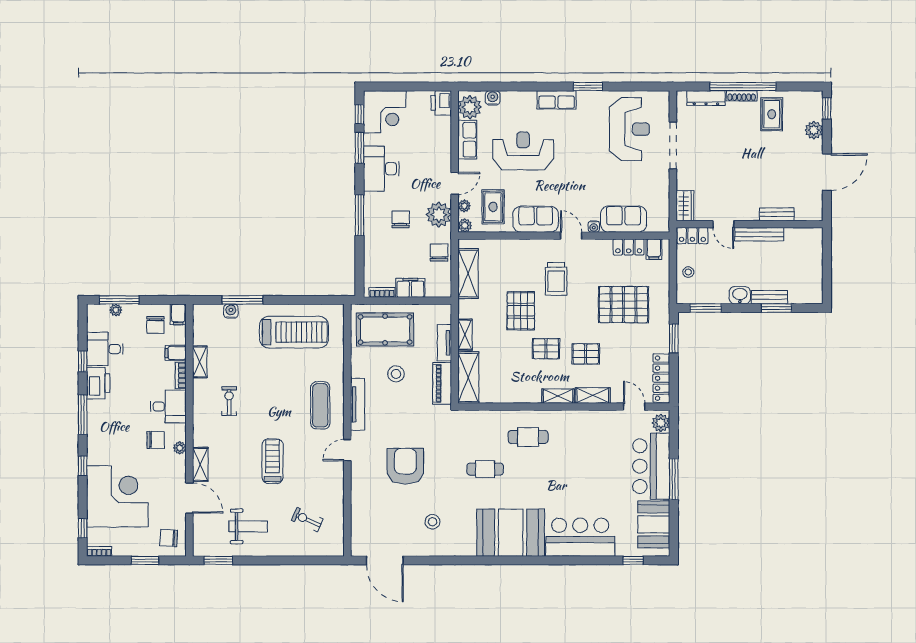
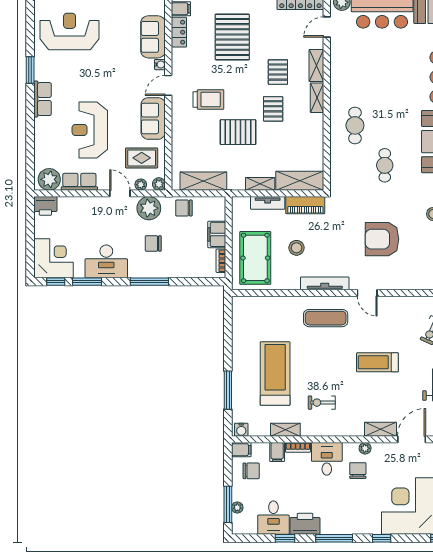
water cooler: (493, 98) -> (41, 158), removed
water cooler: (231, 311) -> (241, 430), moved, turned -90
treadmill: (294, 332) -> (275, 374), moved

